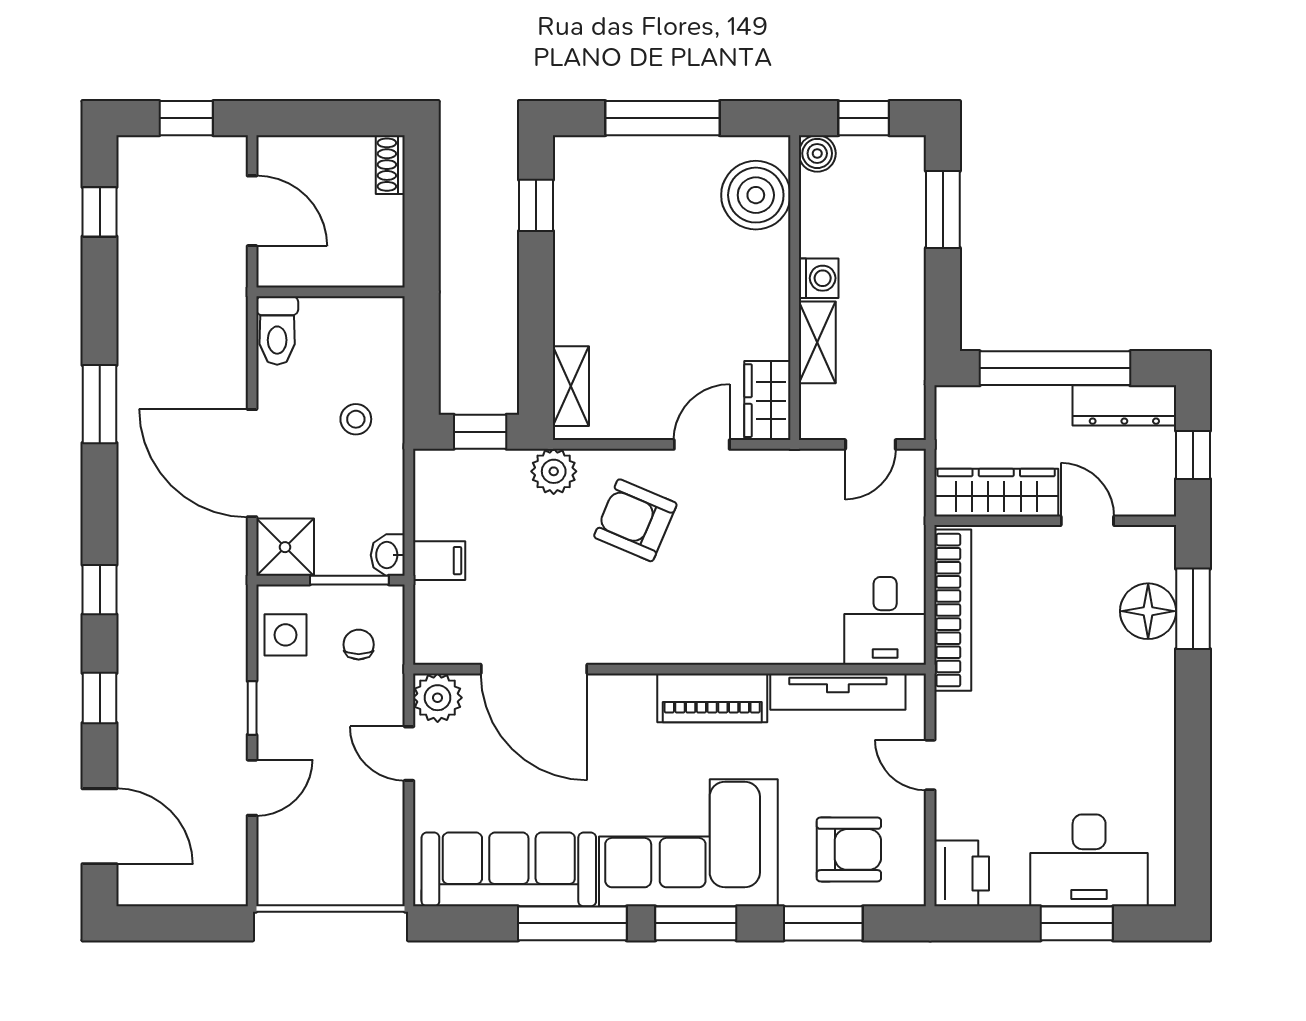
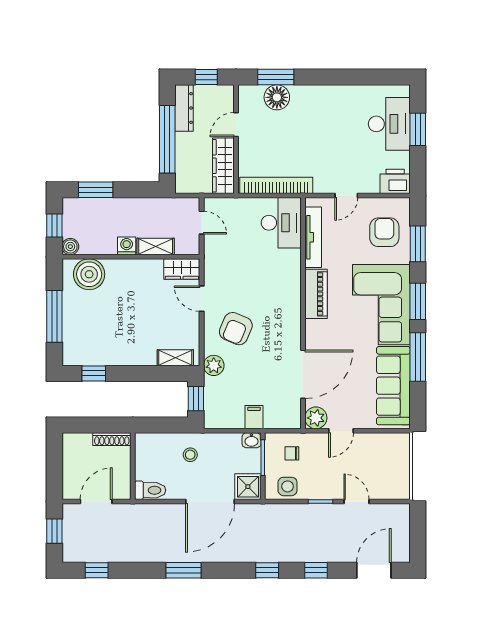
shoe rack: (390, 165) -> (112, 439), moved, width x1.43
desk: (885, 621) -> (281, 223), width x1.37

